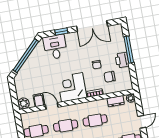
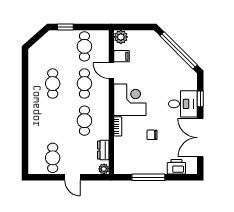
desk: (55, 47) -> (183, 104), moved
window: (129, 50) -> (148, 177), moved
printer: (122, 60) -> (176, 167), moved
chair: (110, 77) -> (135, 148), removed
door: (52, 106) -> (111, 71), swing flipped

